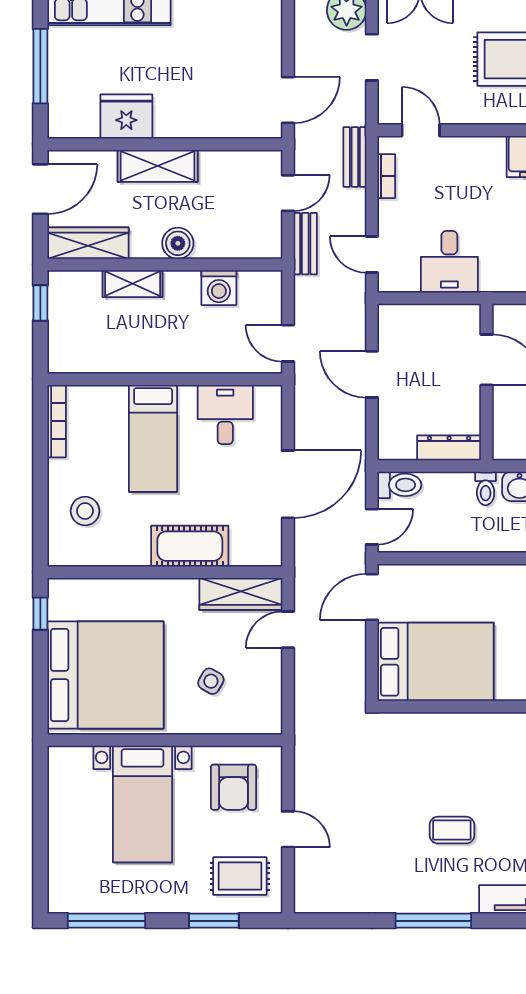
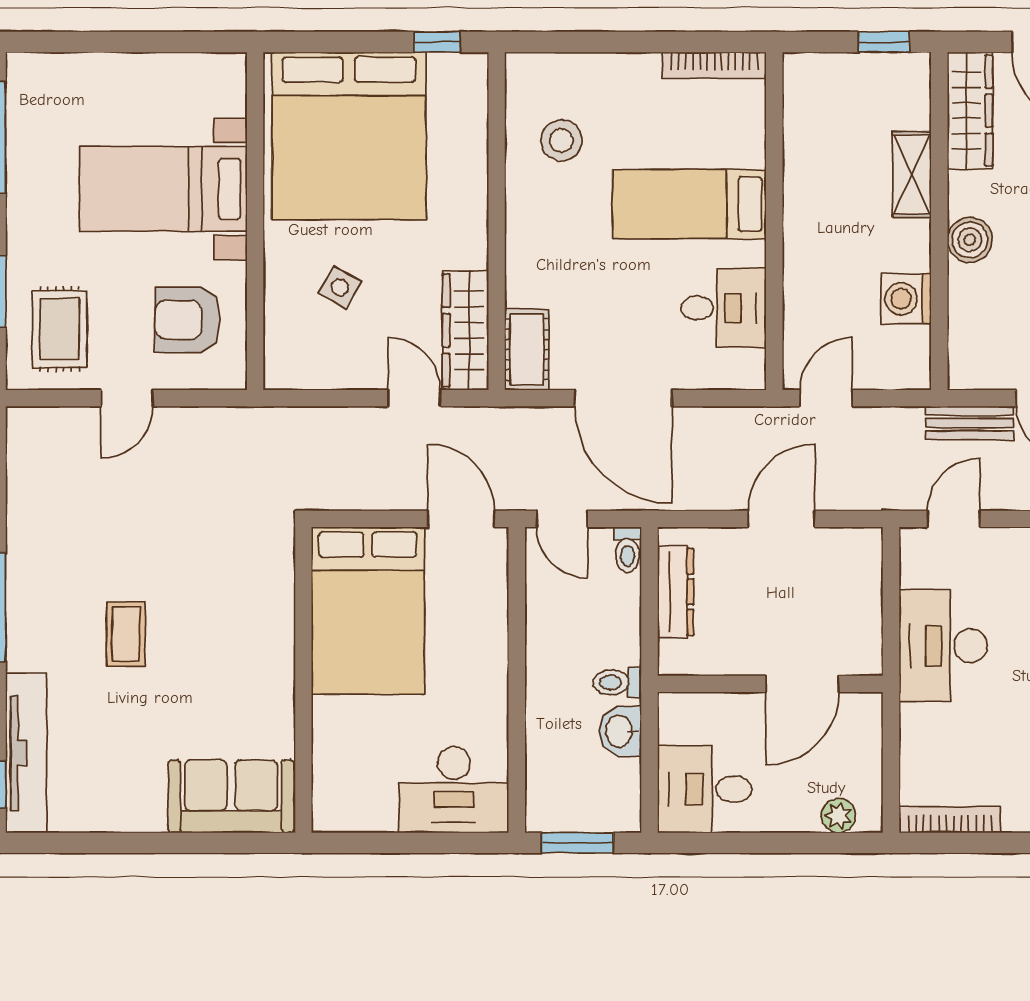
desk: (449, 262) -> (943, 646), width x1.37
dresser: (449, 448) -> (676, 592), moved
toilet: (399, 485) -> (628, 550), width x0.73, depth x0.72
stool: (85, 511) -> (561, 141), moved
cot: (190, 546) -> (527, 349), moved, width x0.73, depth x0.75

